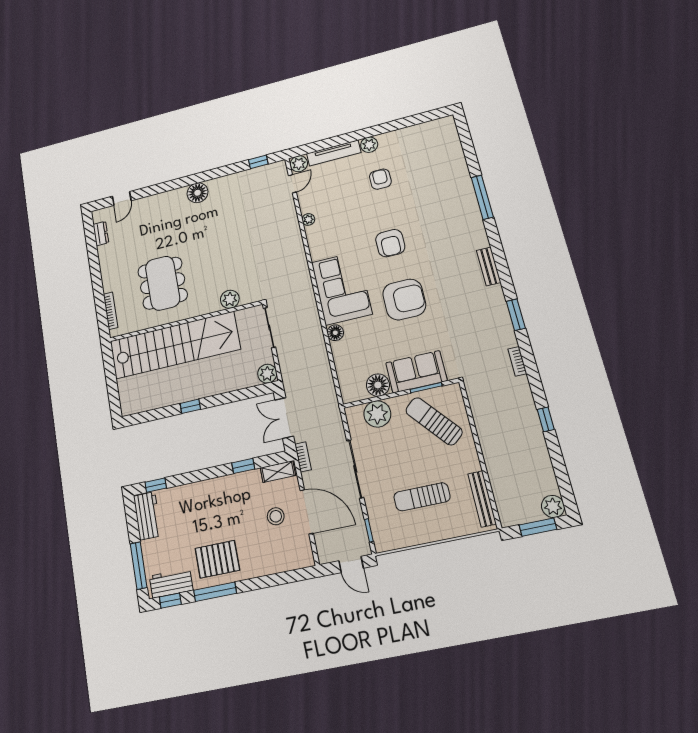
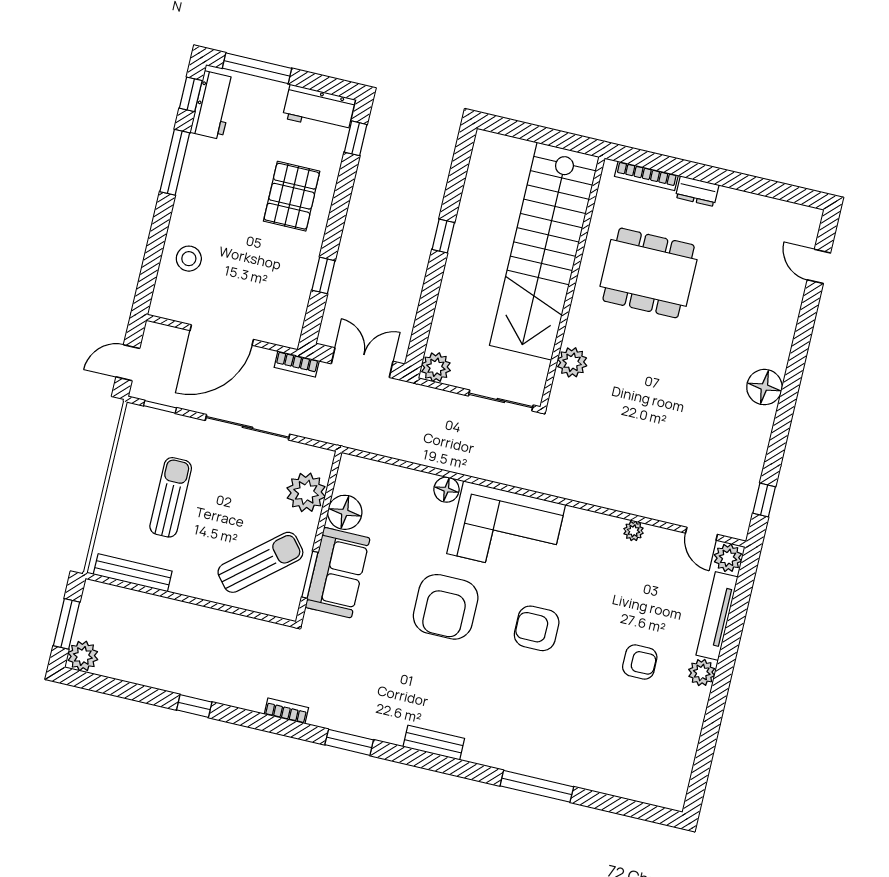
dresser: (101, 234) -> (697, 191), moved
shelving: (278, 472) -> (293, 320), removed
stool: (276, 516) -> (189, 259), moved
pallet: (217, 559) -> (292, 196), moved

